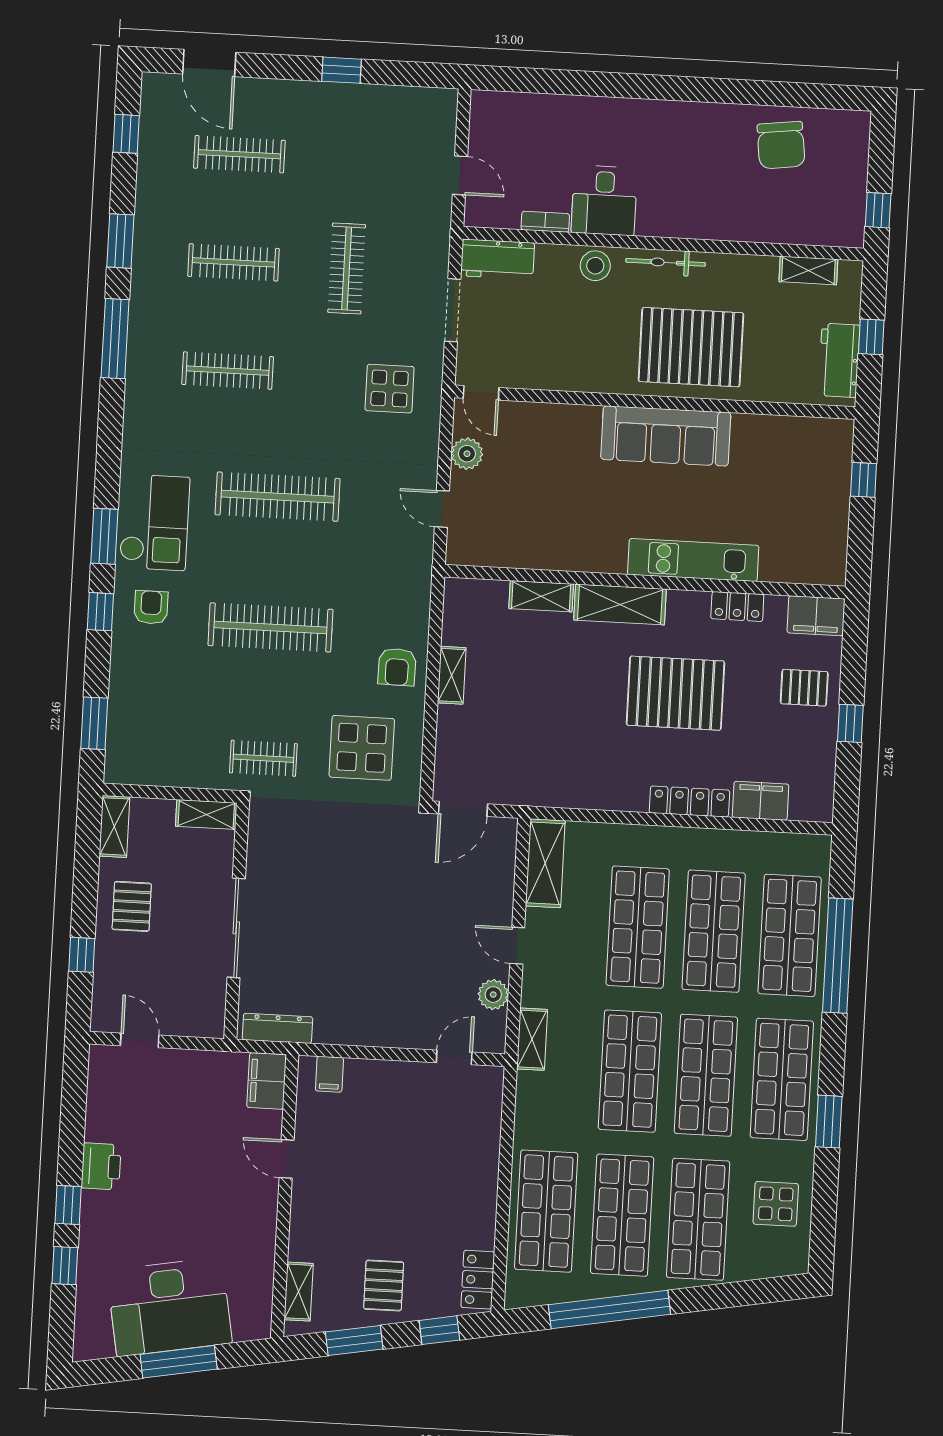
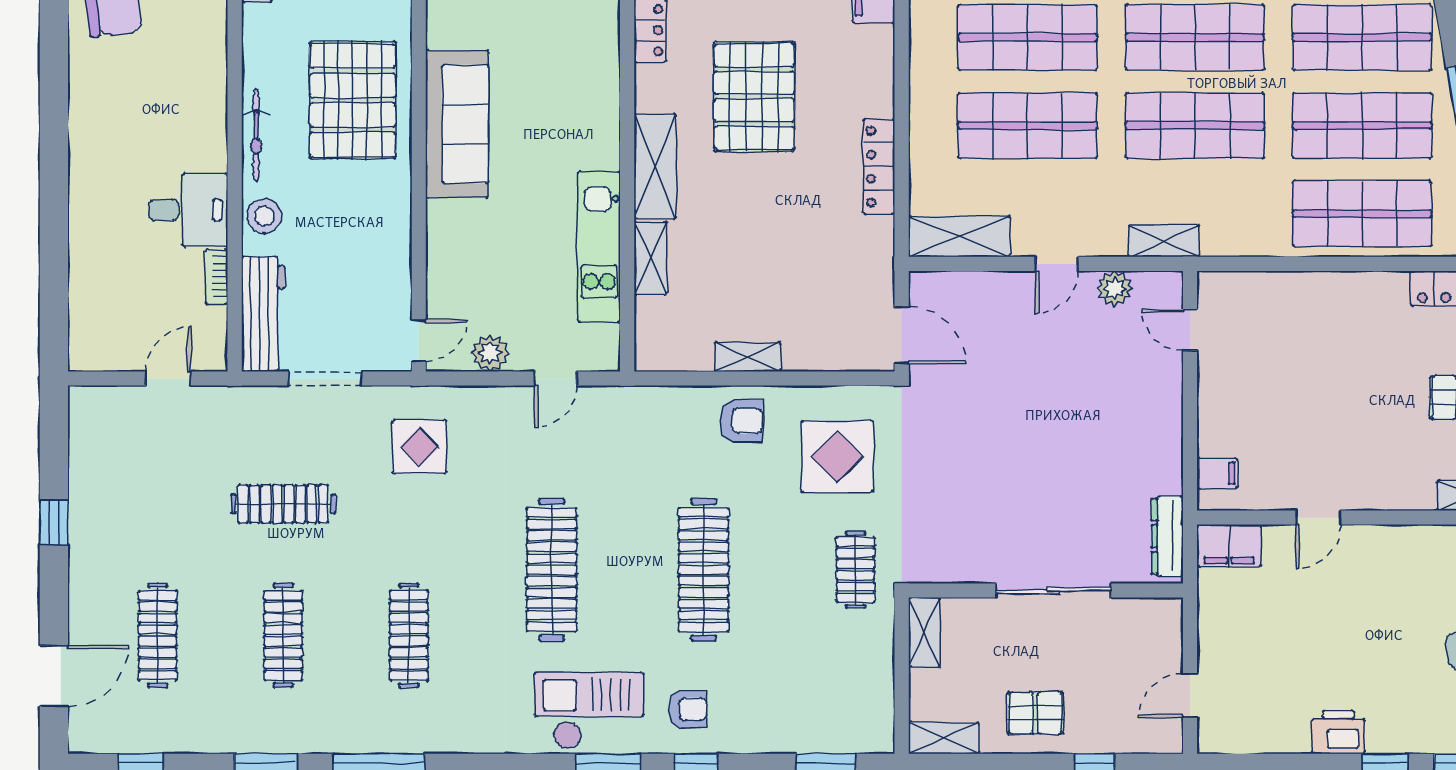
workbench: (498, 259) -> (263, 314), width x1.38
kitchen unit: (693, 560) -> (599, 247), moved
armchair: (151, 607) -> (688, 709), turned 180
locker: (689, 801) -> (879, 167), moved

